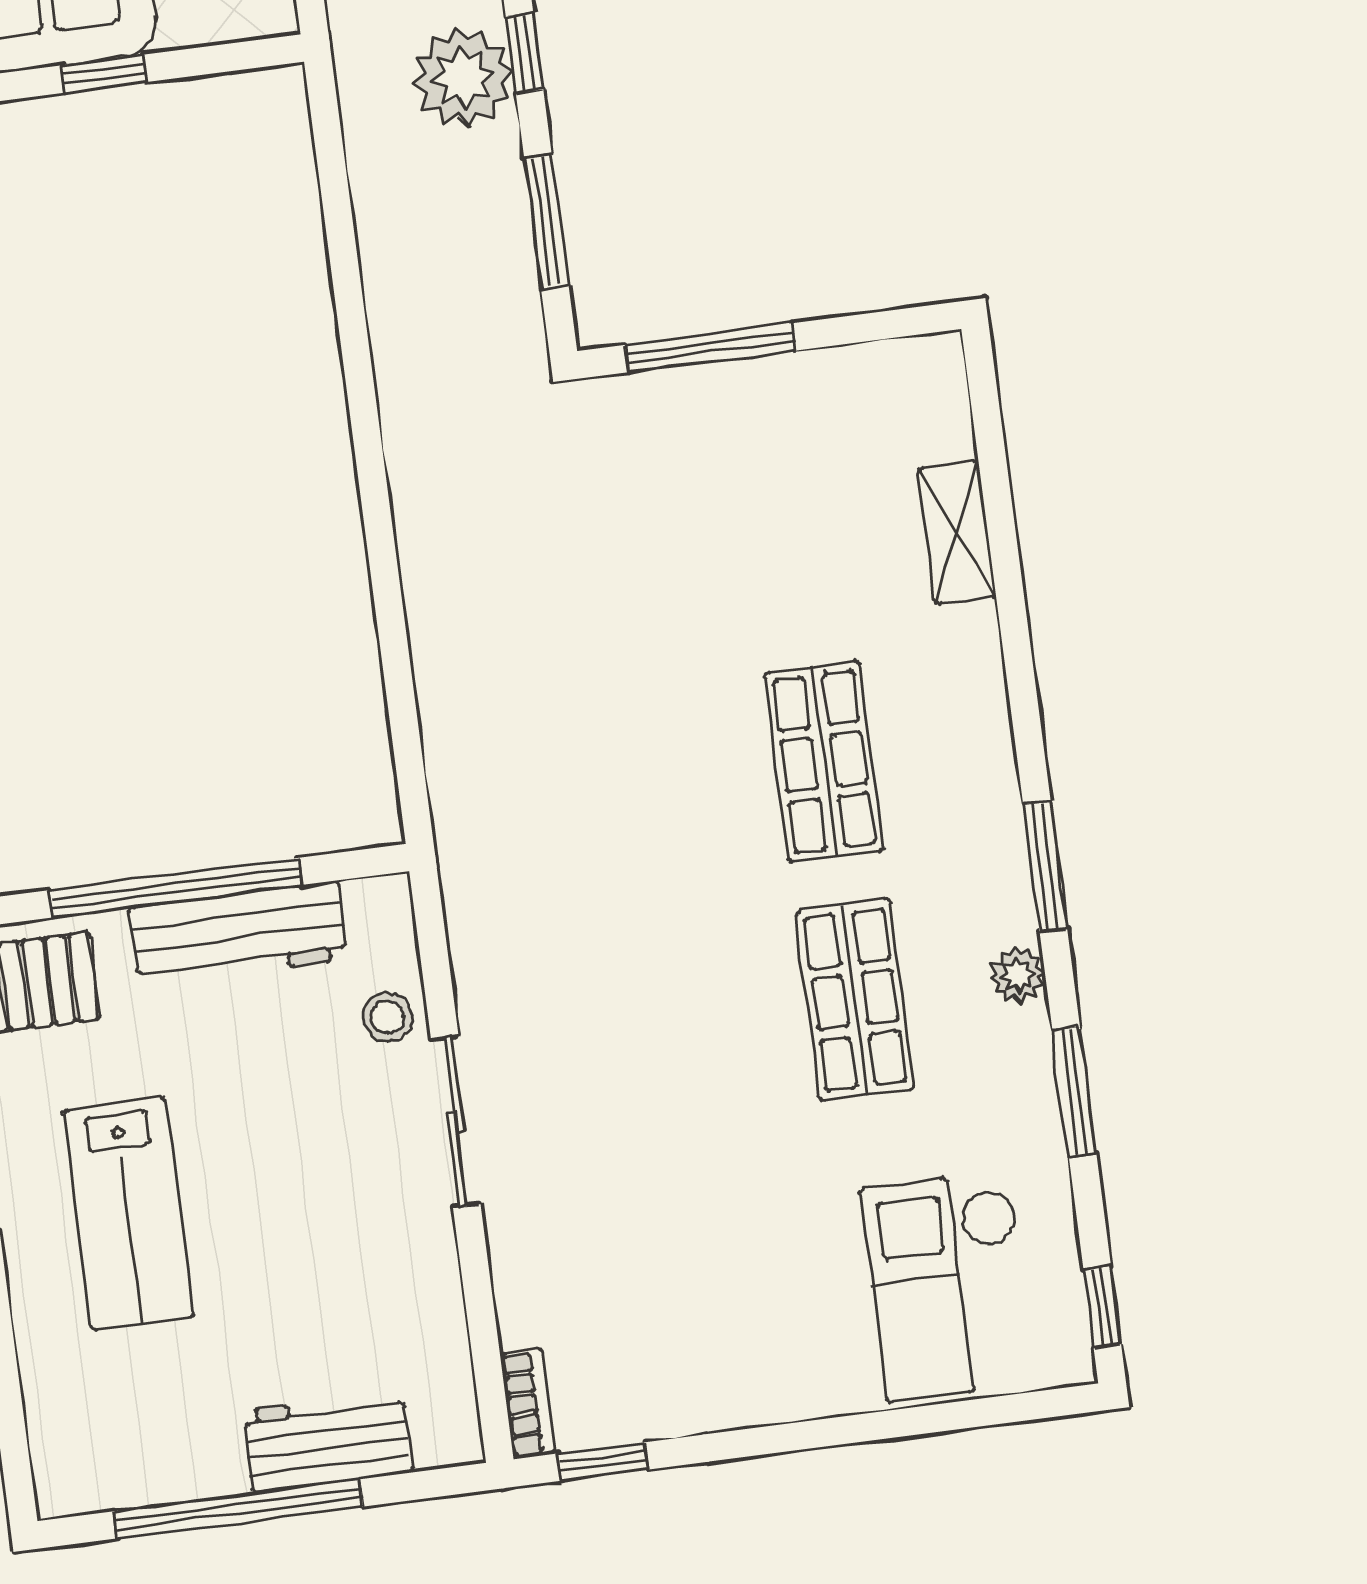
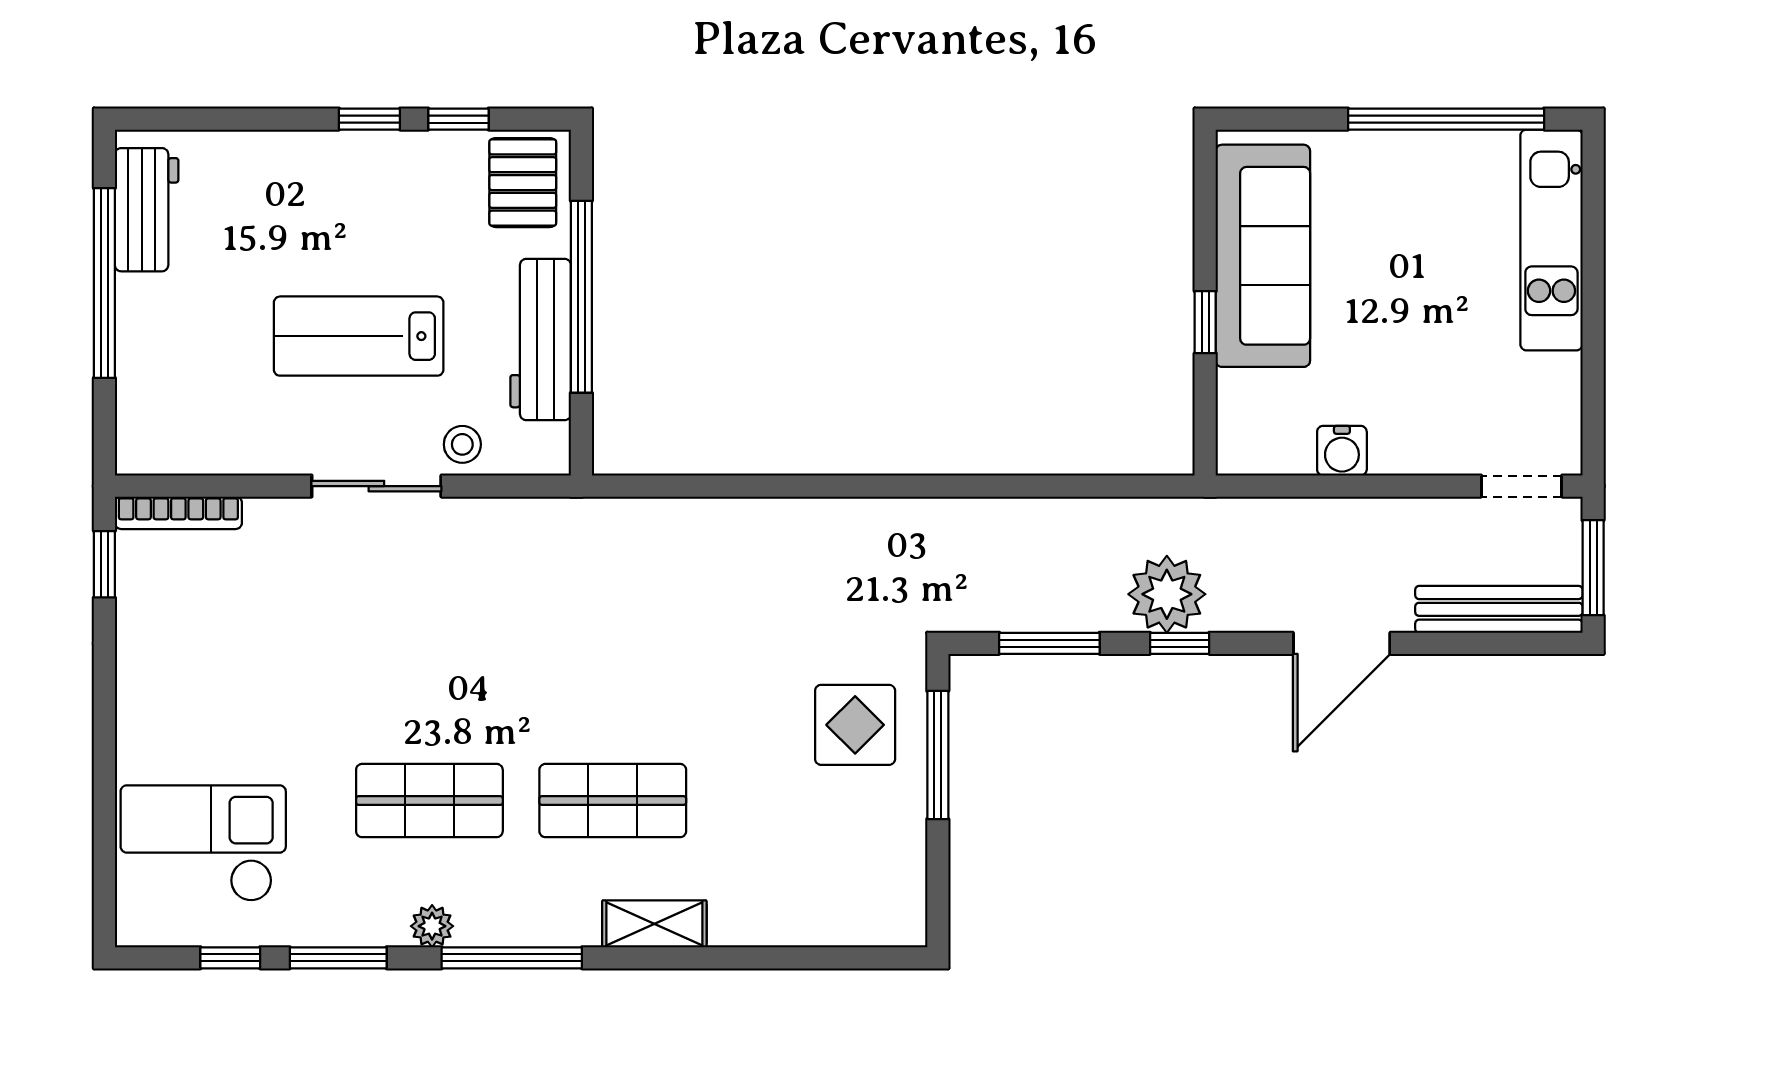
display table: (685, 460) -> (855, 725), added
shelving: (957, 533) -> (654, 924), moved
window: (1045, 866) -> (512, 958), width x1.44
lab bench: (128, 1214) -> (359, 336), moved
window: (1102, 1307) -> (230, 958), moved
bookcase: (528, 1404) -> (178, 513), width x1.56
workbench: (328, 1441) -> (147, 210), moved

